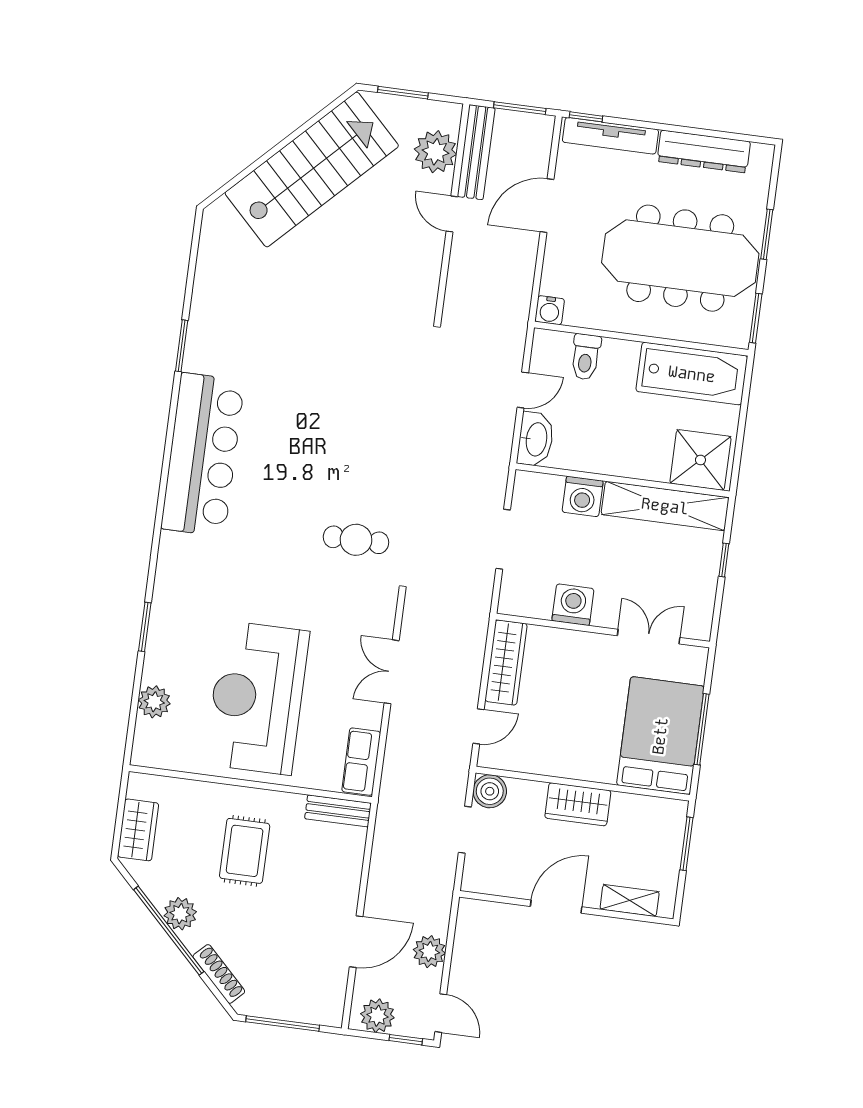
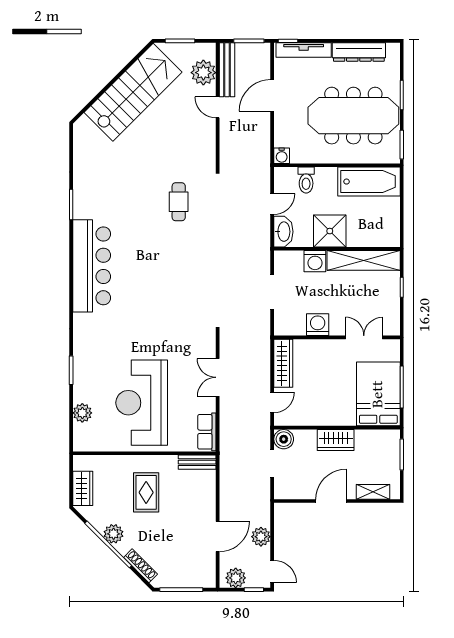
shower: (700, 460) -> (330, 231), moved
cafe table: (356, 540) -> (179, 202), moved, turned 90

